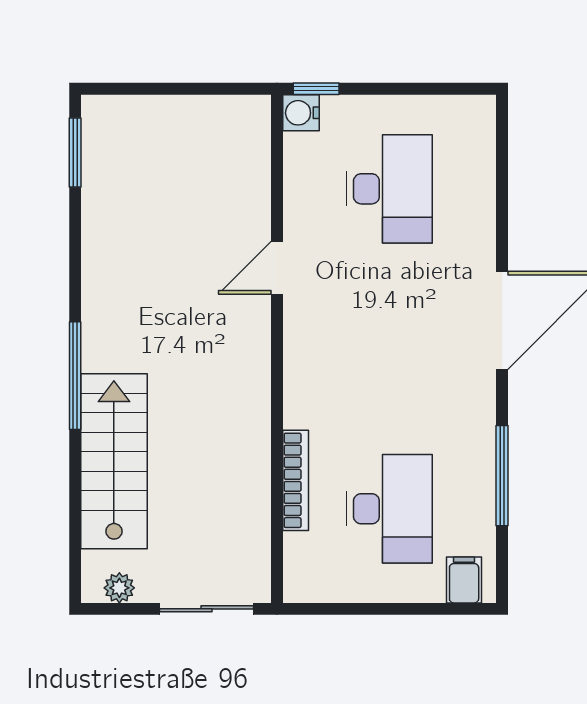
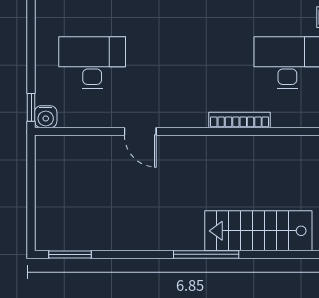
bookcase: (296, 480) -> (240, 120), moved

